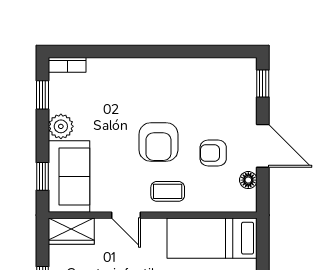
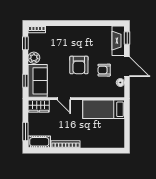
fireplace: (244, 89) -> (118, 41), added
coffee table: (168, 191) -> (83, 88), removed

